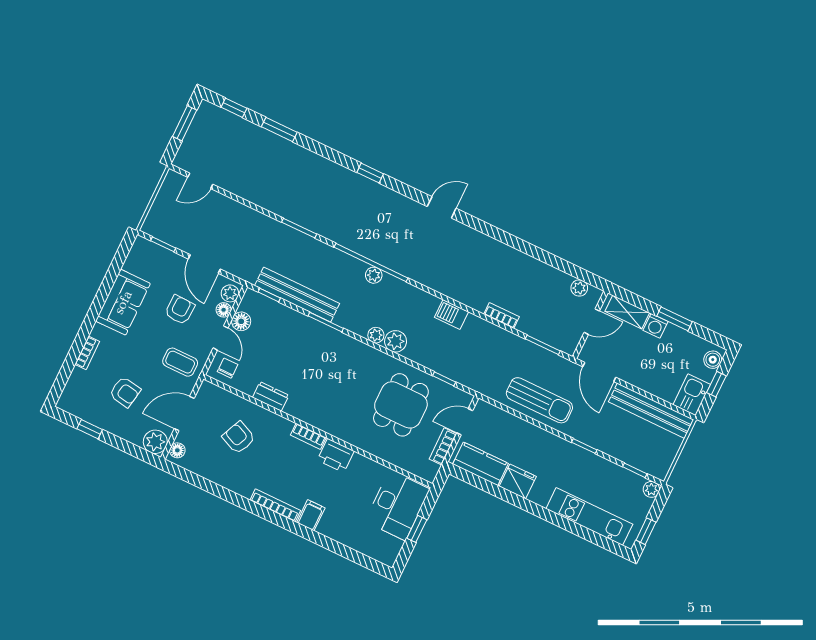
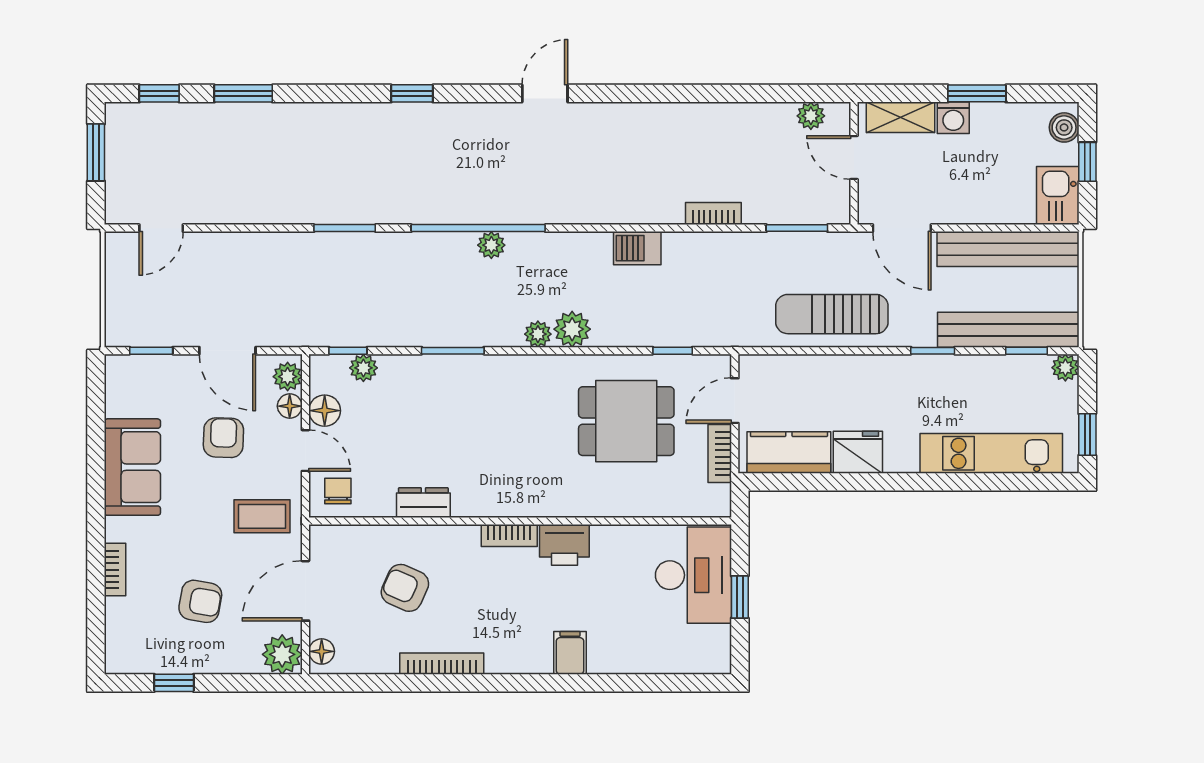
bench: (297, 295) -> (1008, 330), moved
plant: (273, 308) -> (363, 368), added
door: (592, 322) -> (854, 157), swing flipped
sun lounger: (539, 400) -> (832, 314), turned 180
dining table: (401, 405) -> (626, 421), turned 90
bookcase: (275, 505) -> (442, 664), moved

